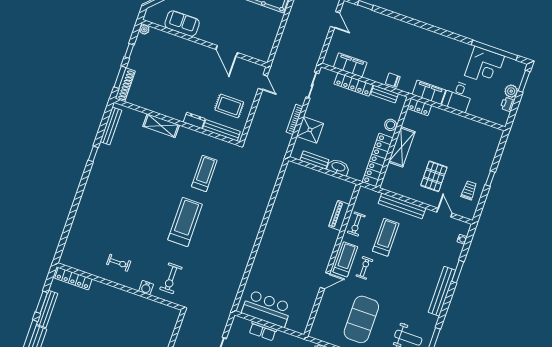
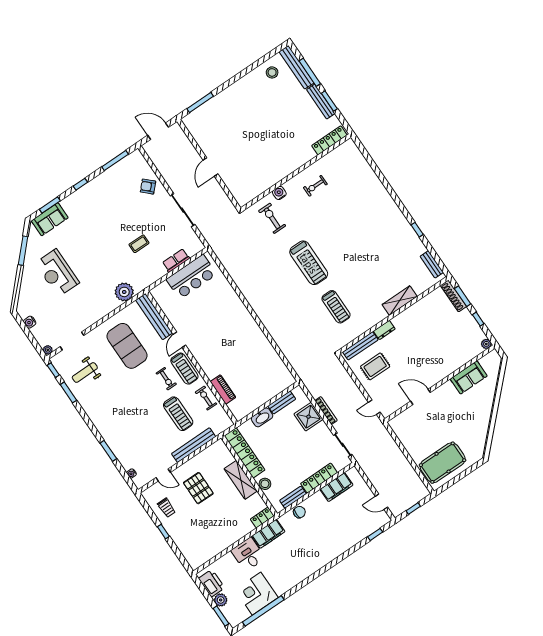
printer: (507, 104) -> (212, 583), width x1.87, depth x1.48
bench: (111, 126) -> (432, 264), width x0.73
bench: (442, 291) -> (154, 317), moved

